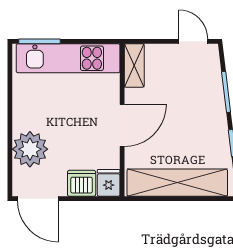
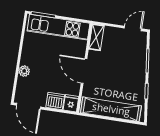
door: (193, 41) -> (133, 28), hinge flipped
door: (122, 125) -> (84, 71), swing flipped
plant: (30, 149) -> (24, 71), width x0.53, depth x0.53

